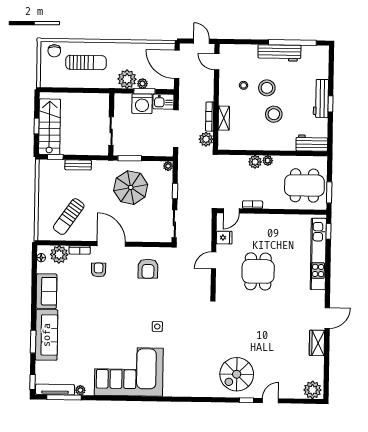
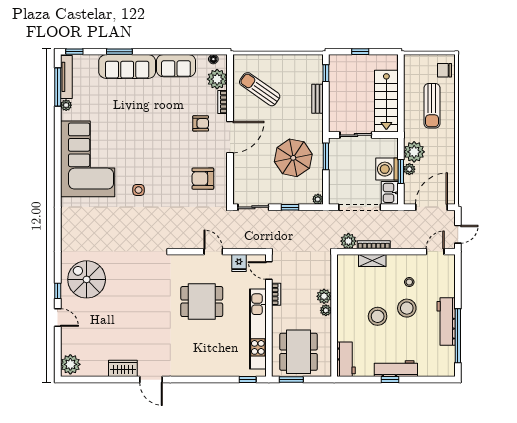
stairs: (50, 127) -> (386, 101), moved, turned 90
kitchen unit: (318, 254) -> (258, 329), moved, turned -90

